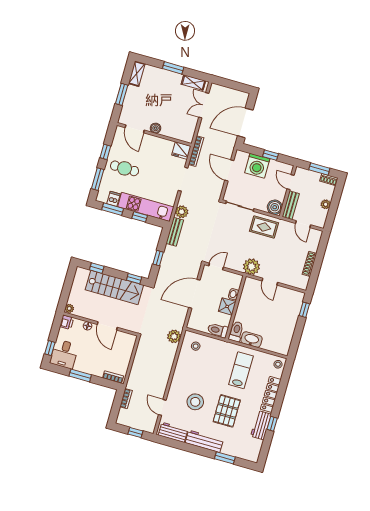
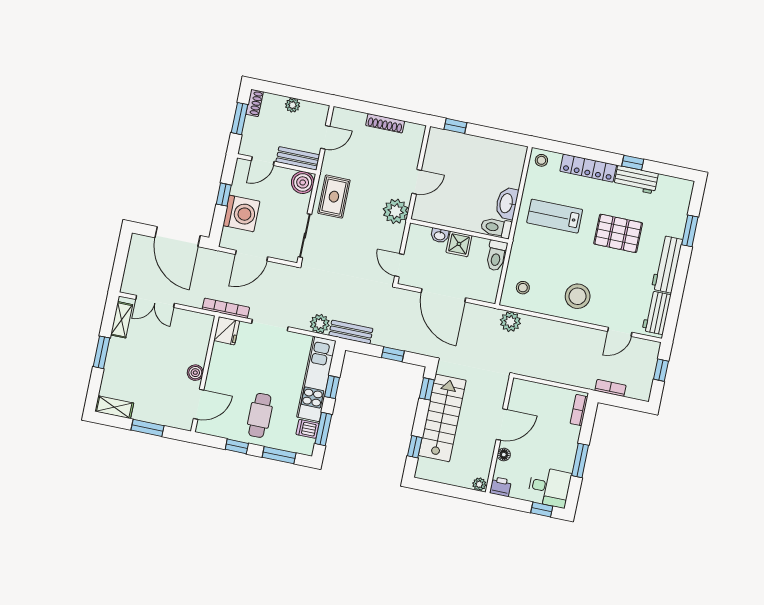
stool: (195, 402) -> (578, 296), moved

